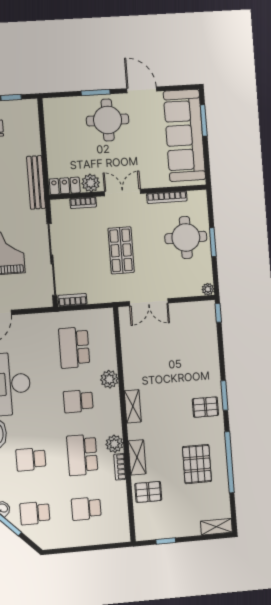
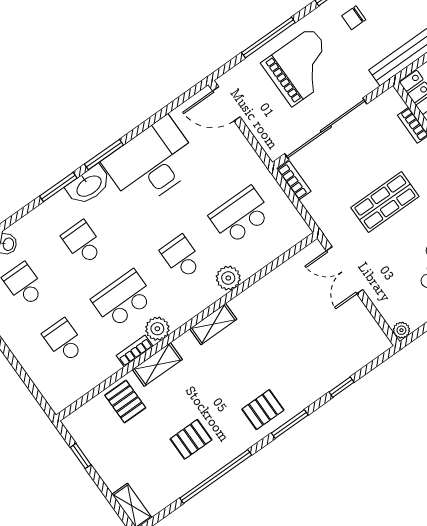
window: (218, 313) -> (342, 387), moved
pallet: (205, 407) -> (263, 410), turned 90
pallet: (197, 464) -> (191, 439), width x0.67, depth x0.71

